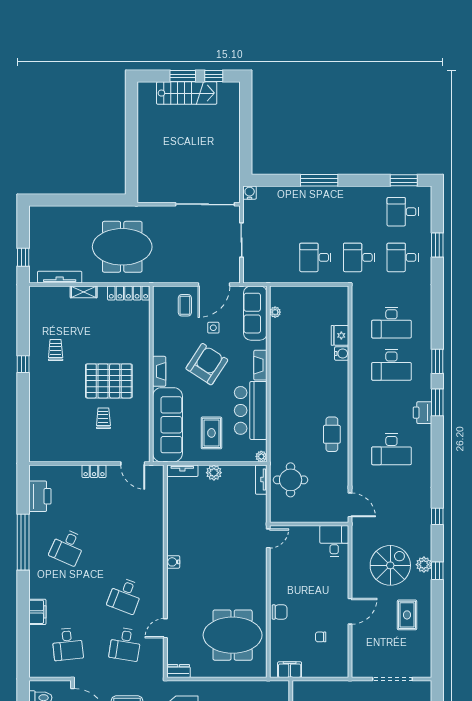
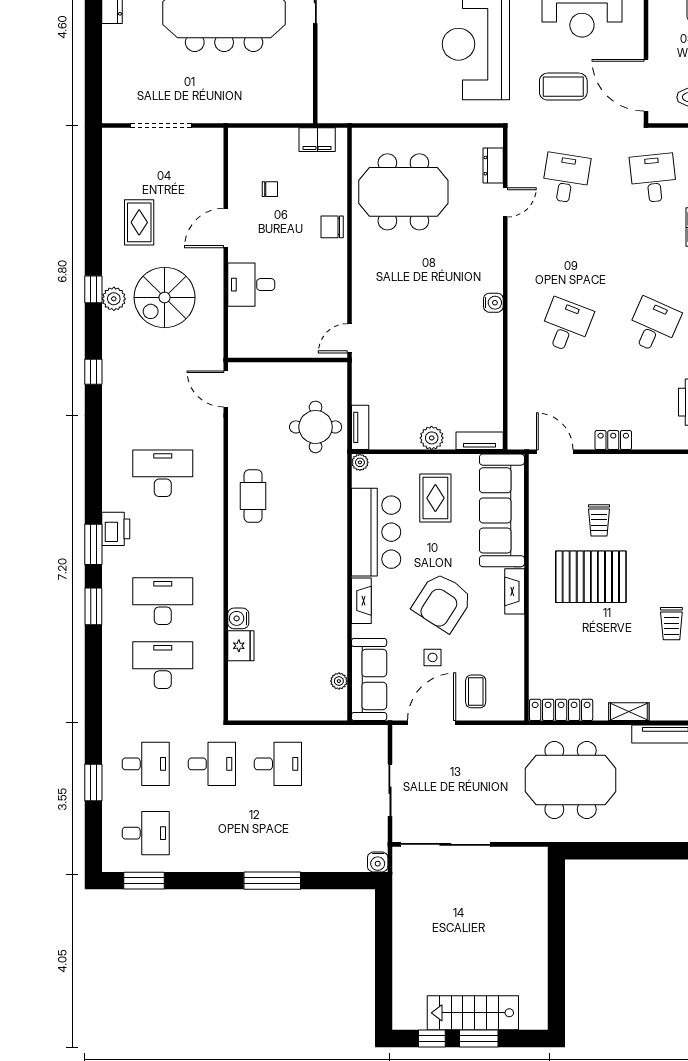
desk: (334, 541) -> (251, 285), moved, turned 90
desk: (125, 596) -> (566, 325), moved
dresser: (179, 671) -> (493, 166), moved, turned 90

